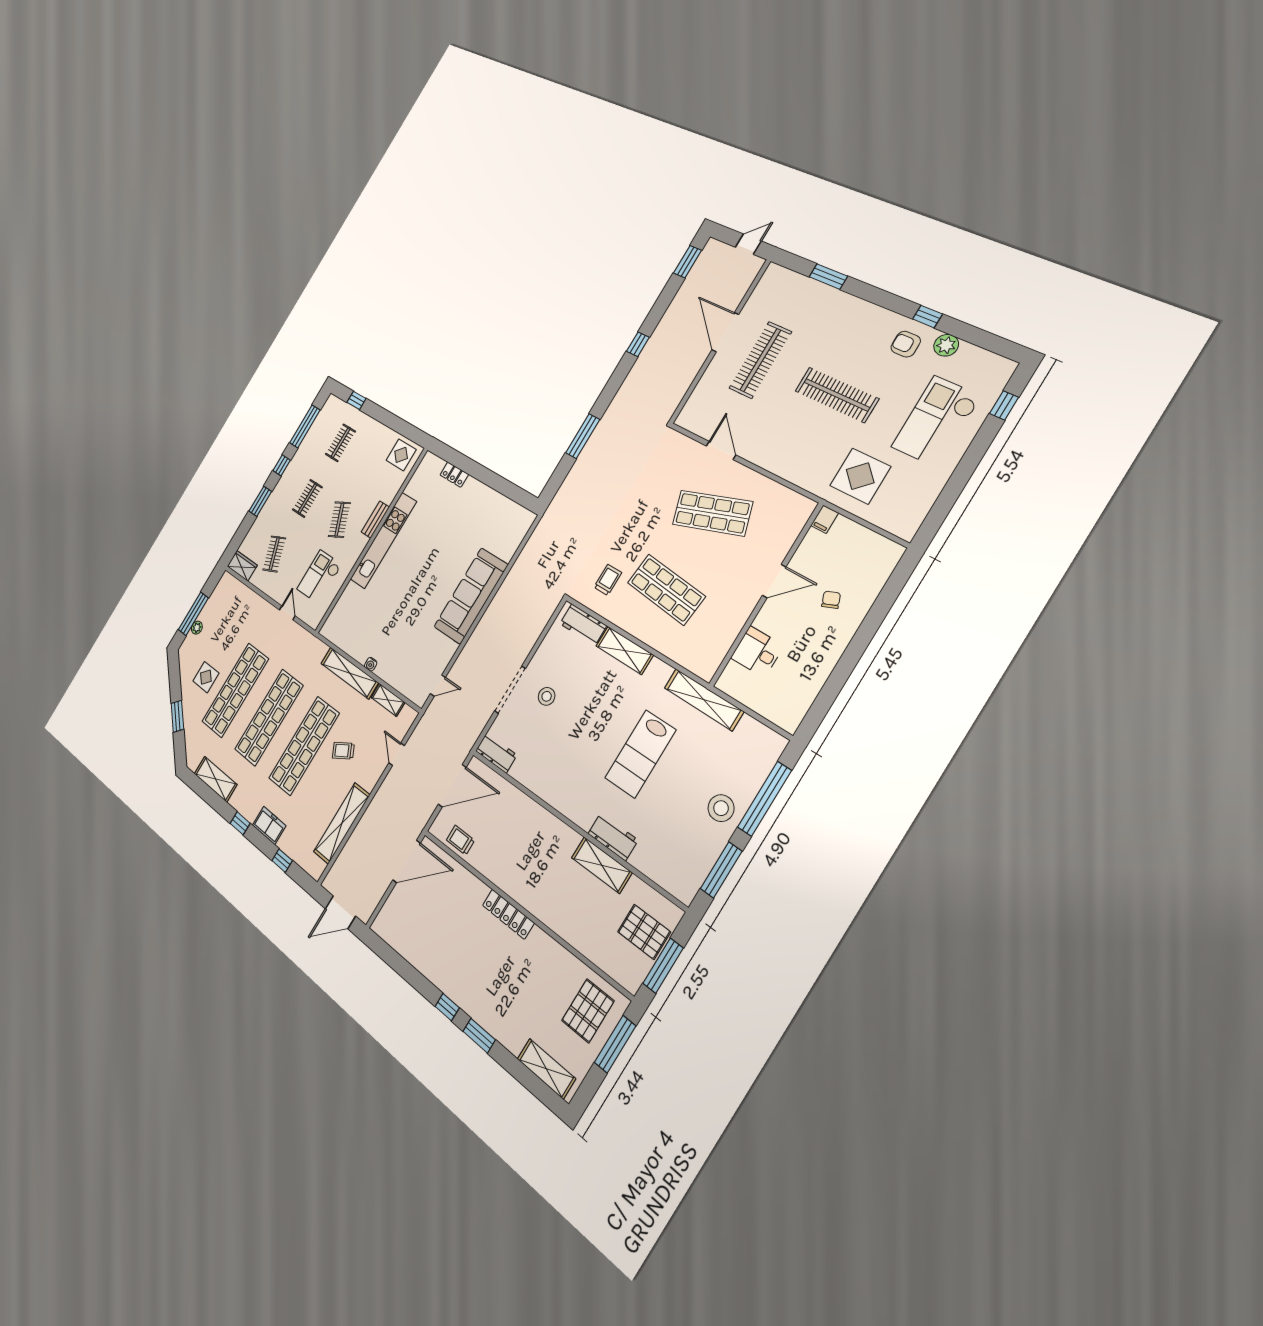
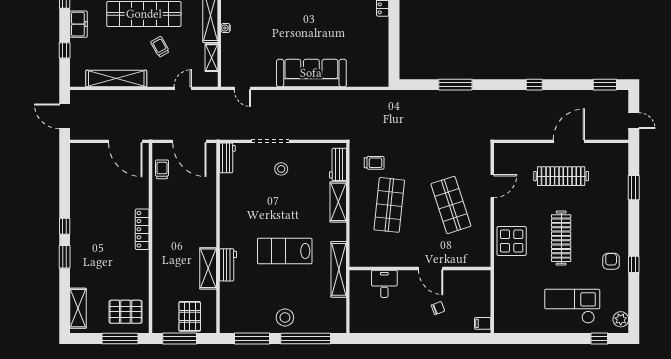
plant: (946, 345) -> (621, 319), moved
display table: (860, 476) -> (512, 241), moved
filing cabinet: (825, 519) -> (483, 323), moved

